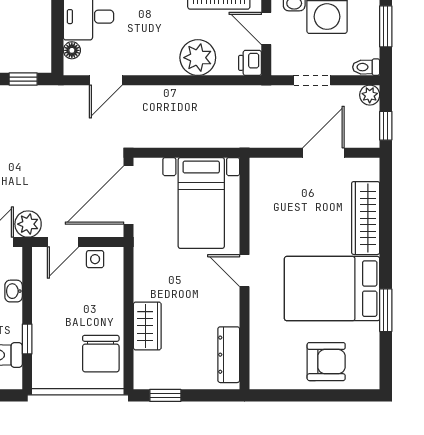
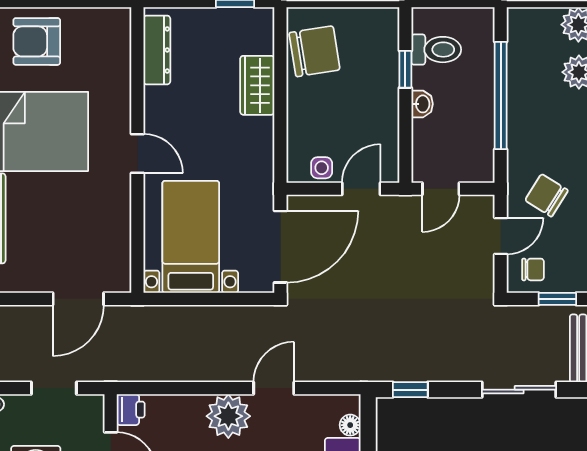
plant: (198, 58) -> (228, 416), moved
door: (106, 80) -> (274, 388), moved
door: (323, 153) -> (78, 299), moved
plant: (28, 224) -> (404, 211), removed
washbasin: (14, 291) -> (422, 104), moved
chair: (101, 354) -> (314, 51), turned 81

